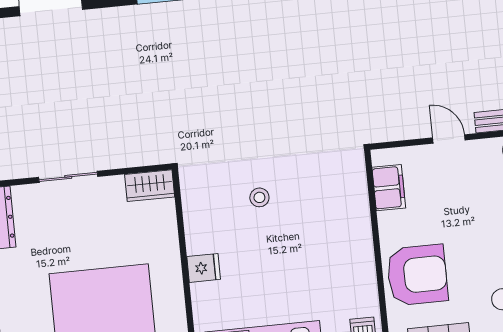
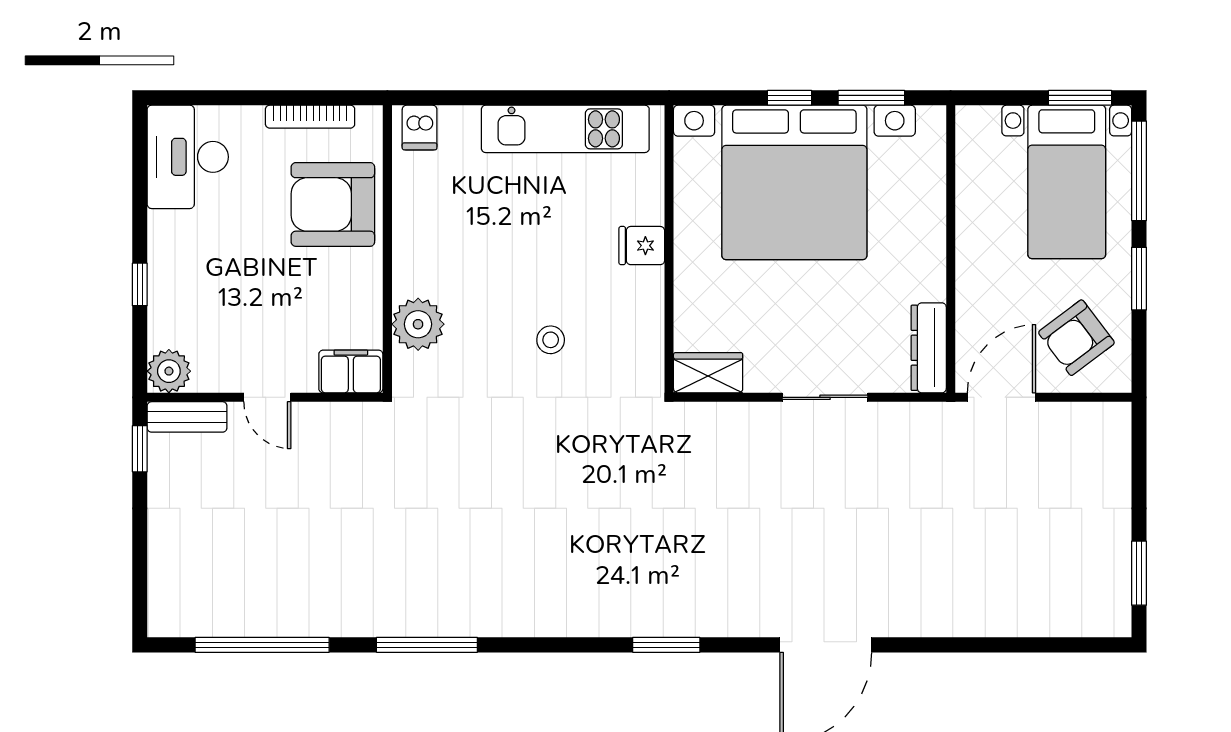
filing cabinet: (389, 188) -> (351, 371), moved, turned 90
plant: (351, 199) -> (418, 324), added

